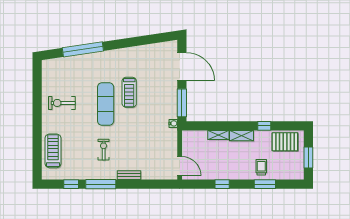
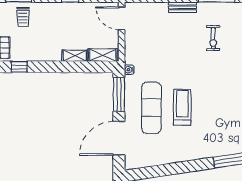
door: (182, 67) -> (119, 138), hinge flipped
exercise mat: (106, 104) -> (151, 108), moved
shelving: (242, 136) -> (103, 55), moved

